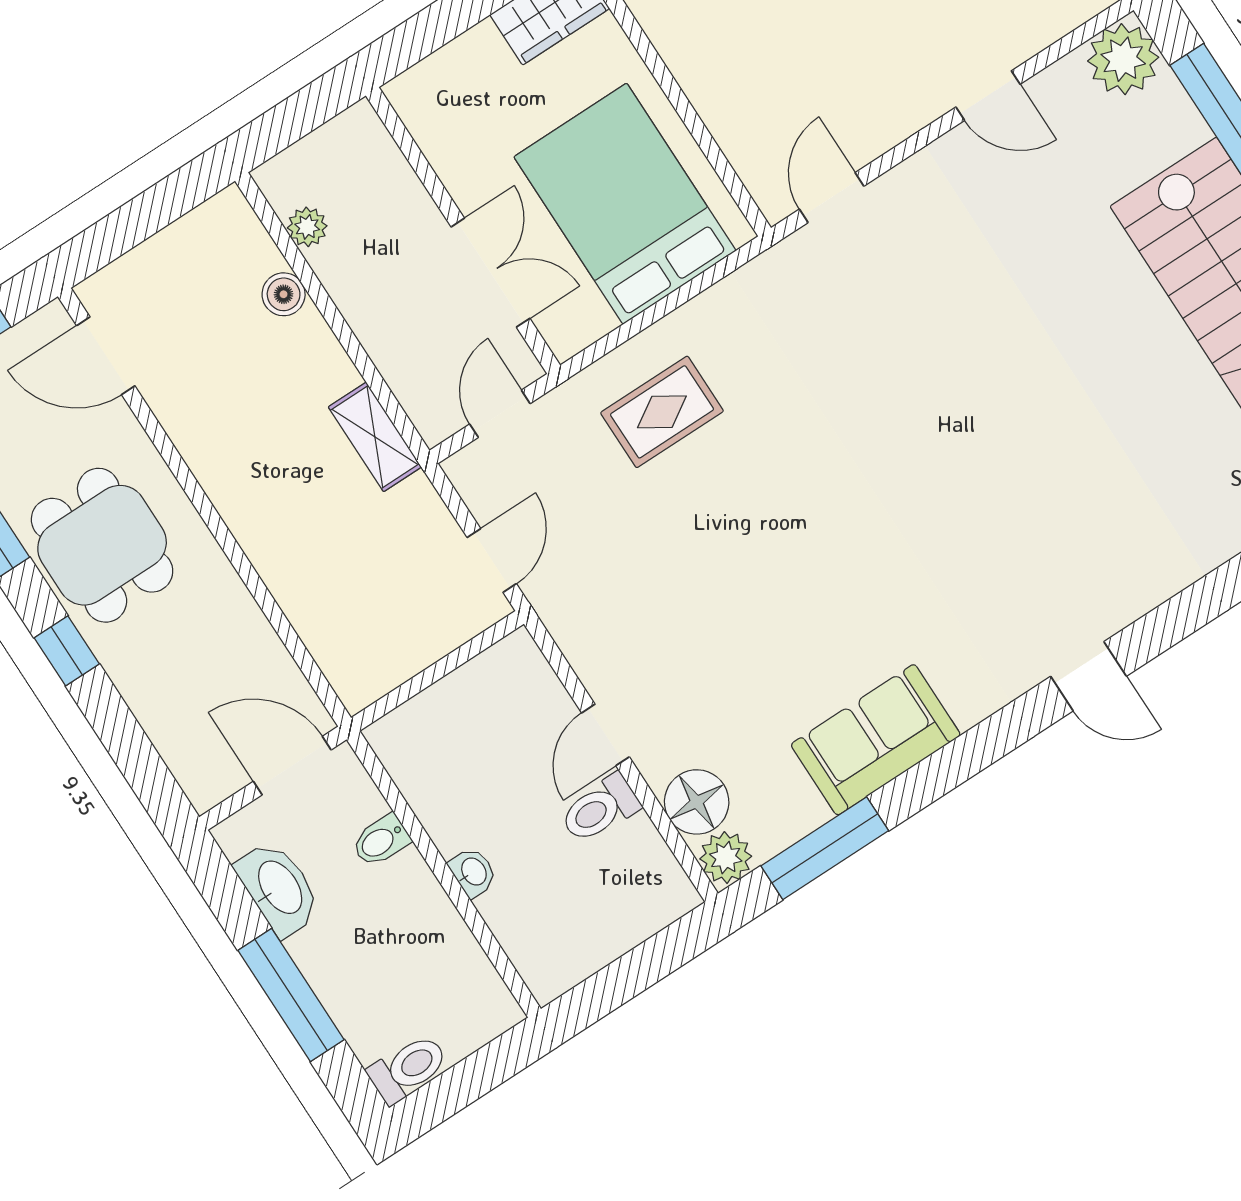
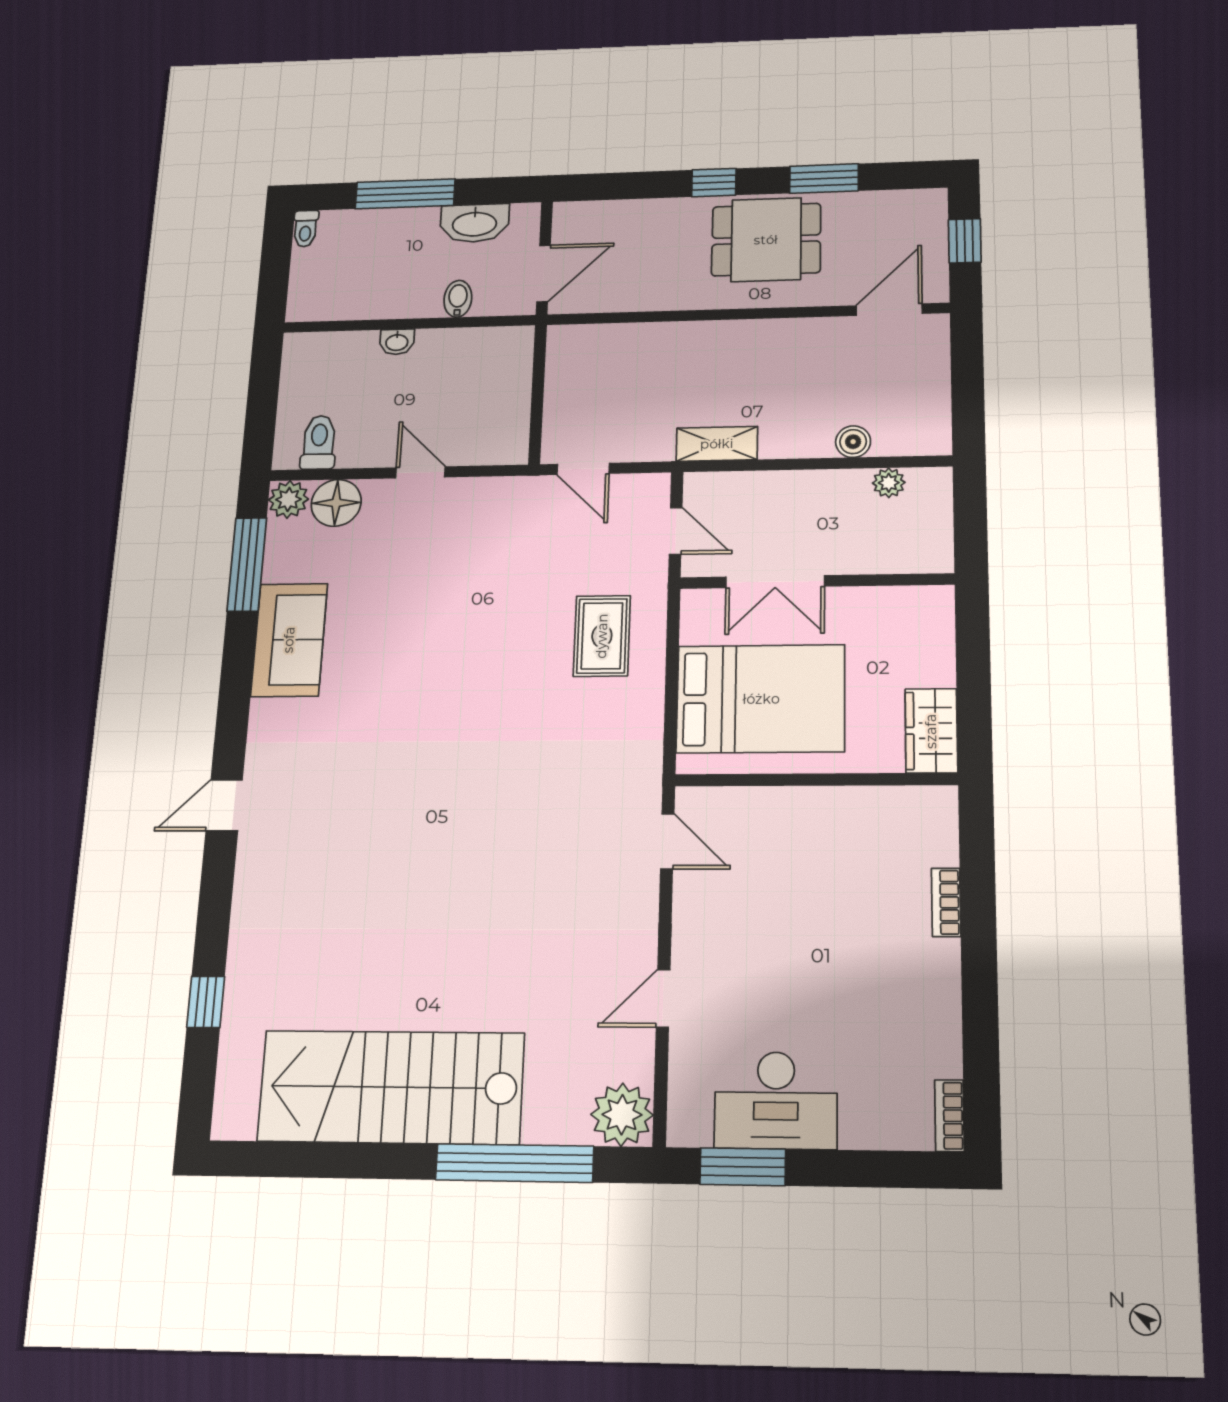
toilet: (600, 809) -> (319, 442), moved
toilet: (408, 1069) -> (305, 229), width x0.73, depth x0.72

